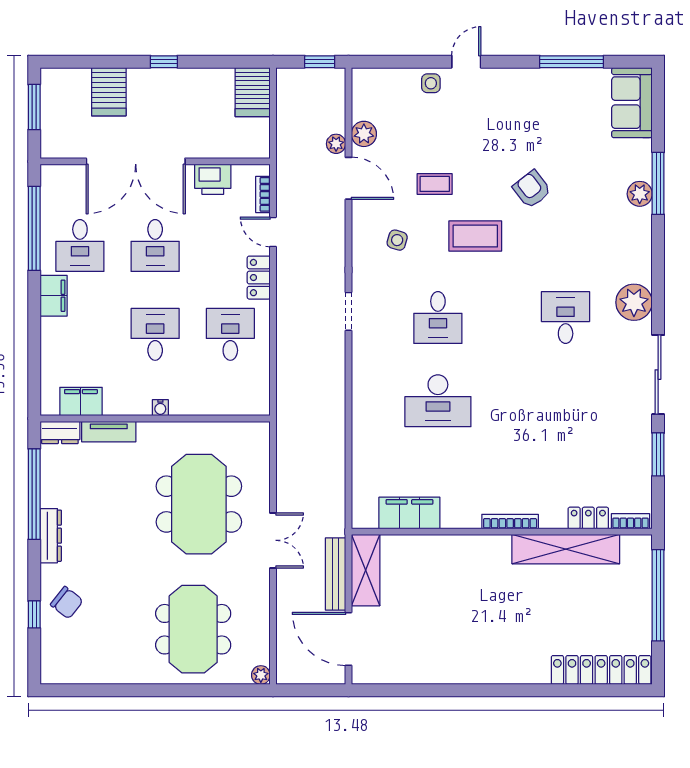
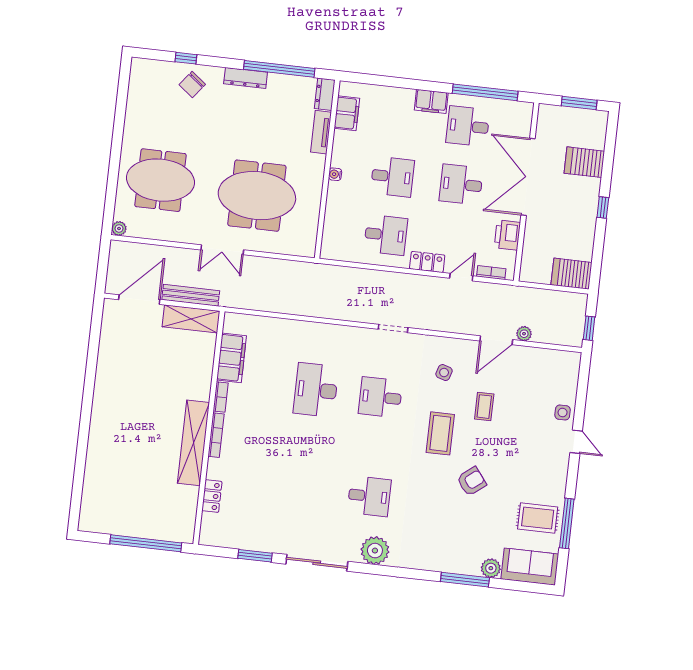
rug: (569, 100) -> (538, 518), added
plant: (364, 134) -> (529, 356), removed
plant: (640, 194) -> (491, 568), moved
bookcase: (631, 521) -> (221, 397), moved
shelving: (566, 549) -> (193, 443), moved
locker: (601, 670) -> (93, 493), removed

